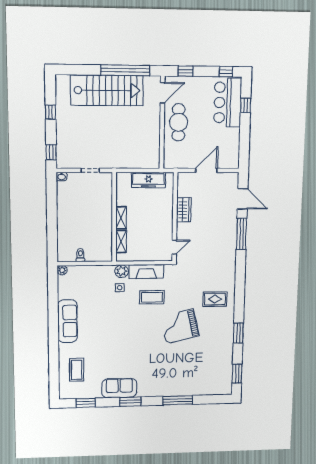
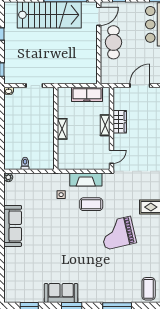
shelving: (121, 241) -> (105, 125), moved
plant: (122, 271) -> (63, 179), removed
coffee table: (77, 370) -> (149, 289), moved

